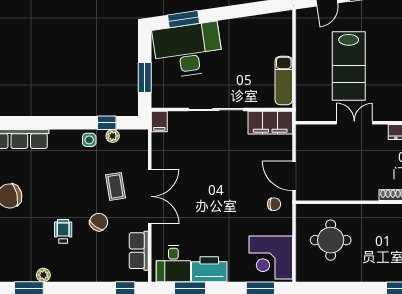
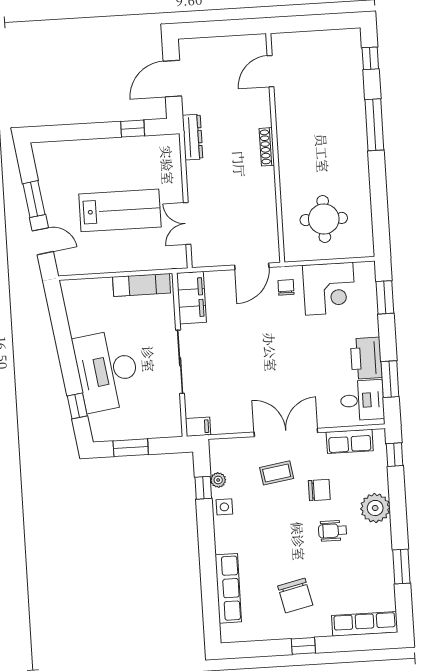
window: (183, 19) -> (77, 406), width x0.67
desk: (188, 50) -> (107, 371), moved
window: (145, 77) -> (131, 448), moved
double door: (354, 123) -> (187, 224), moved
chair: (99, 222) -> (319, 490), turned 145
corner desk: (271, 257) -> (329, 289), moved
plant: (43, 275) -> (375, 508), moved, width x1.87, depth x1.87

